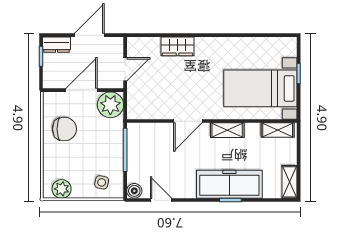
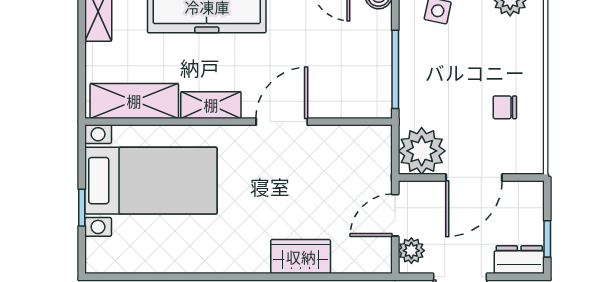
plant: (116, 50) -> (411, 251), added
chair: (64, 129) -> (505, 107), width x0.54, depth x0.54
shelving: (278, 130) -> (134, 101), width x1.50, depth x1.33

